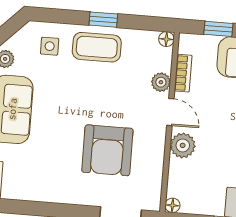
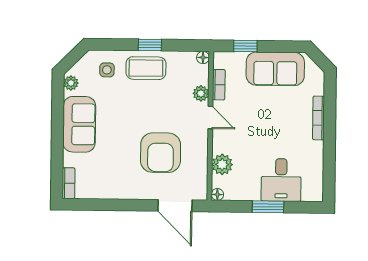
plant: (183, 145) -> (222, 164), moved

